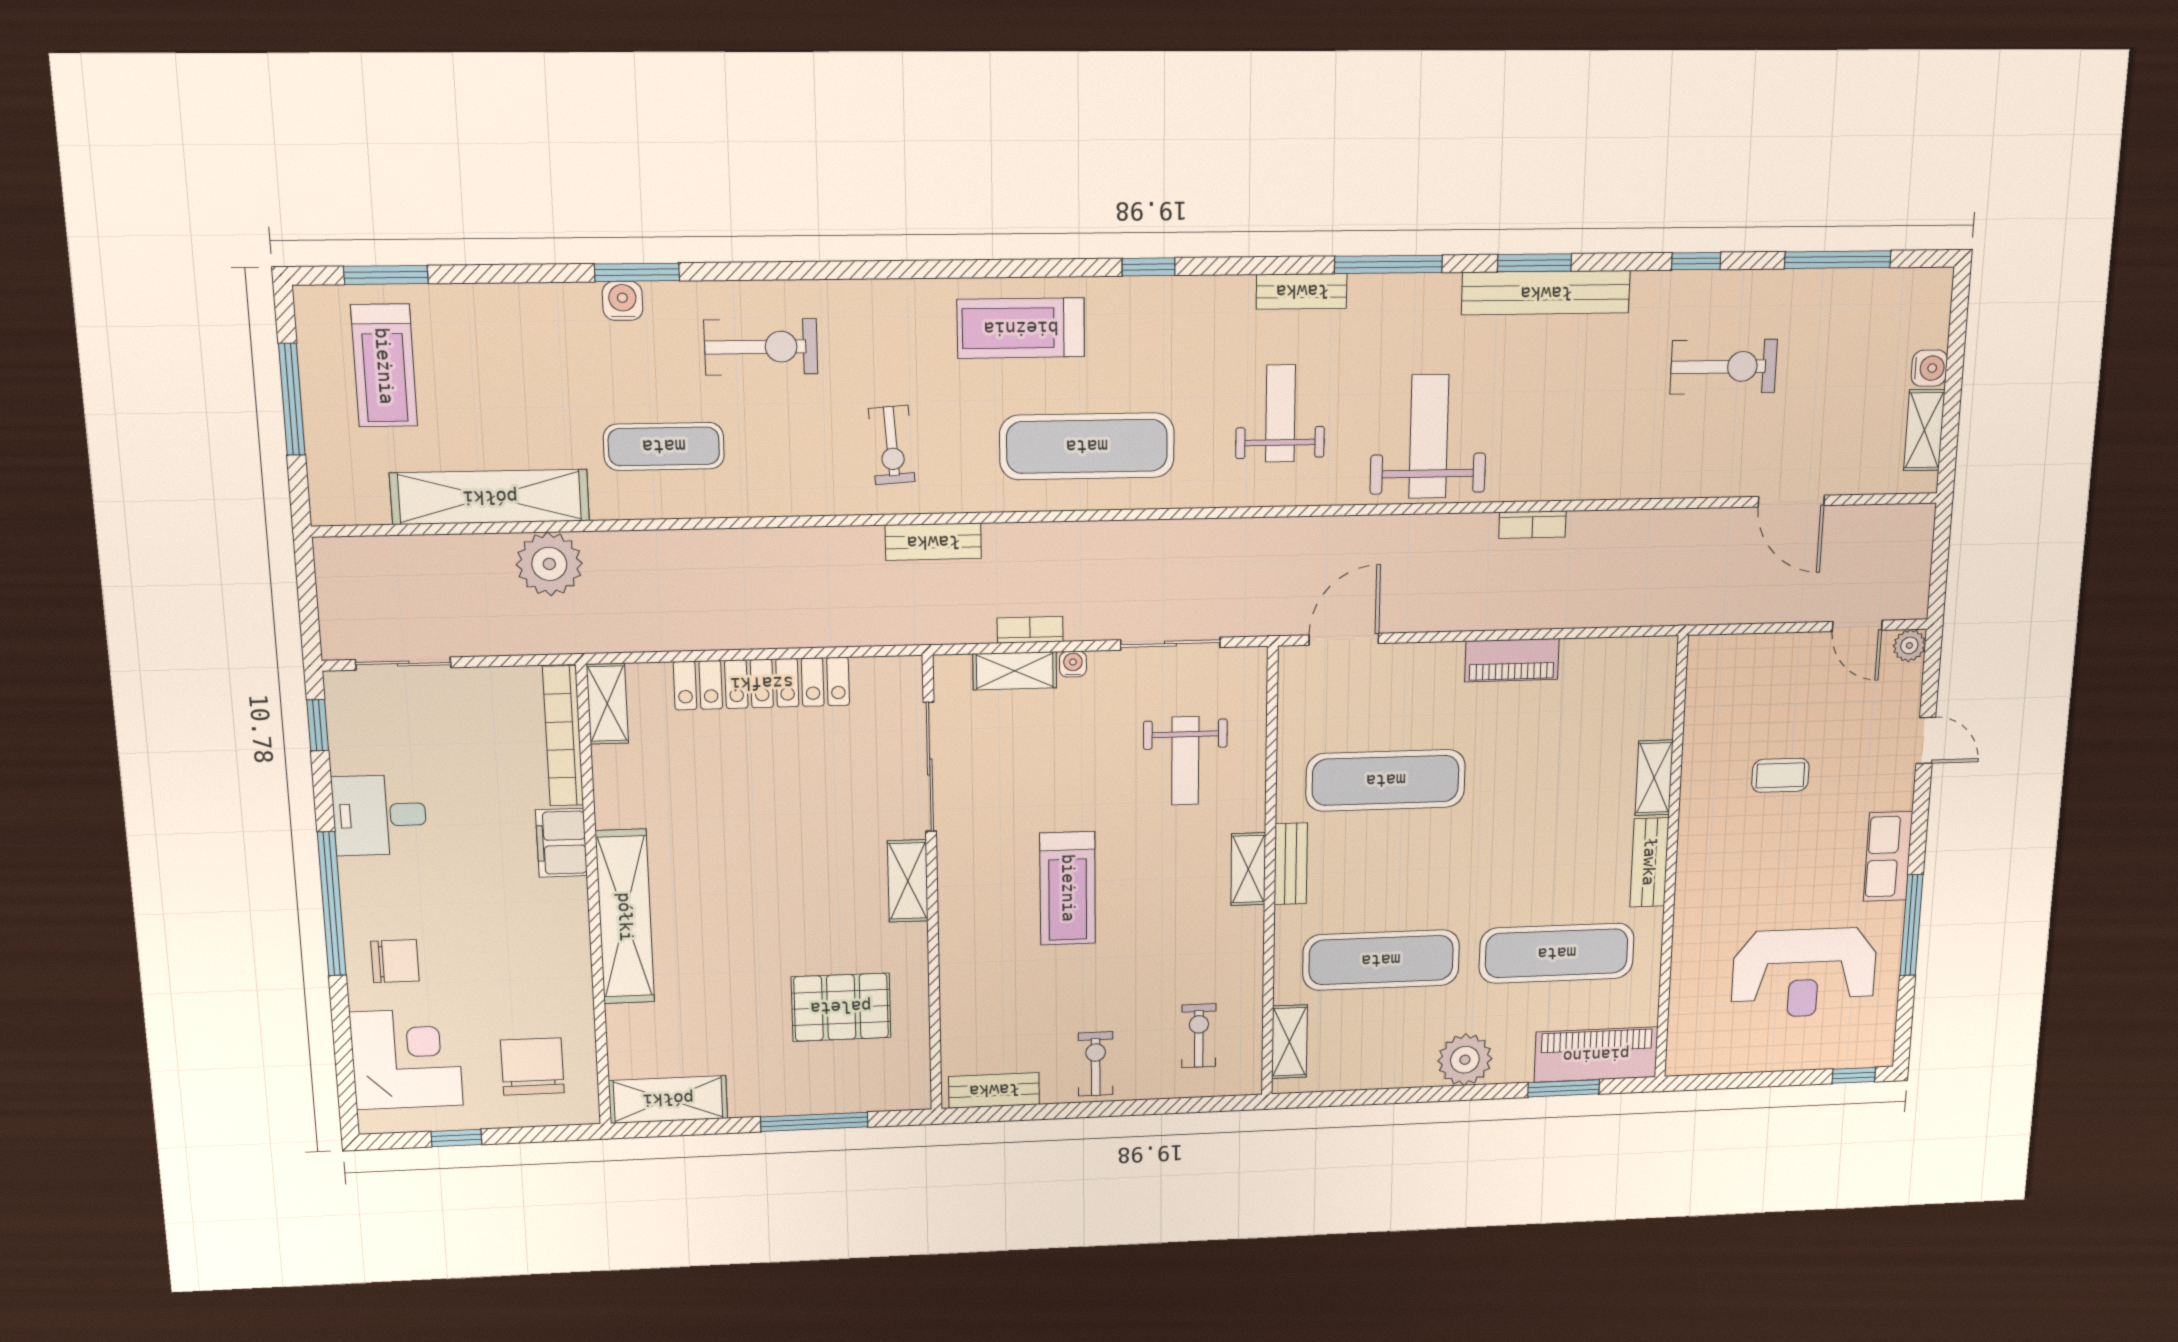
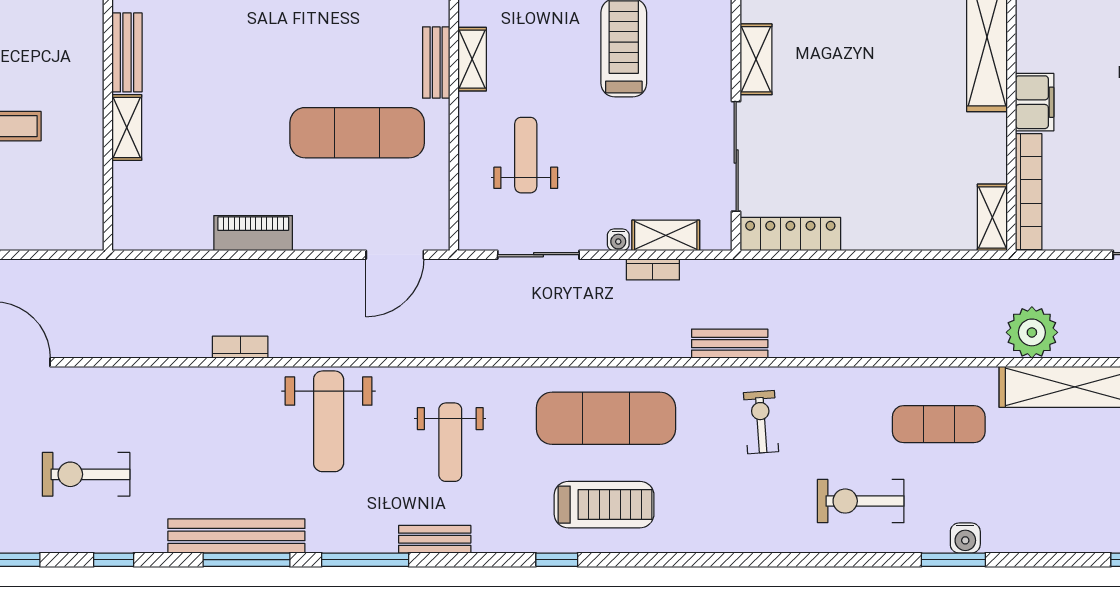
window: (1535, 263) -> (247, 560), width x1.44
treadmill: (1021, 328) -> (604, 505), moved
locker: (762, 683) -> (790, 234), moved, width x0.71, depth x0.83

